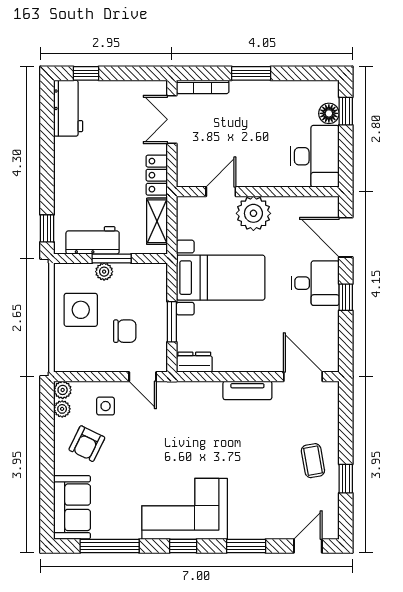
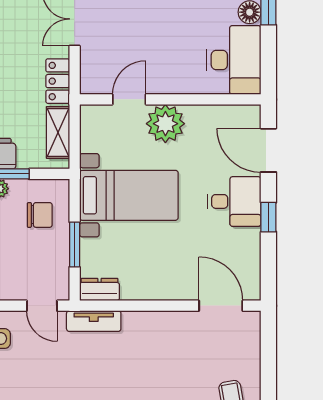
chair: (125, 331) -> (40, 215), moved
tv unit: (247, 390) -> (94, 321), moved

